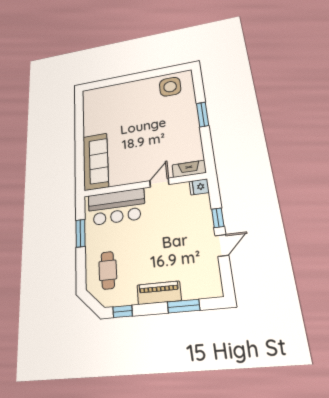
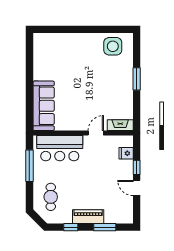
fridge: (199, 187) -> (126, 153), moved
window: (80, 233) -> (29, 166), width x1.44
door: (222, 245) -> (137, 188), swing flipped
window: (123, 311) -> (71, 227), moved

